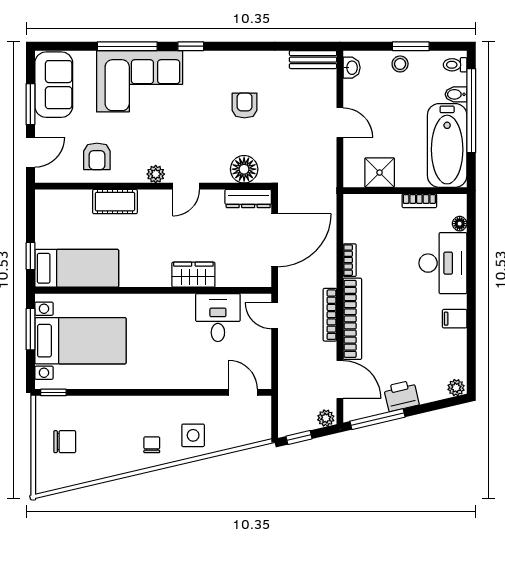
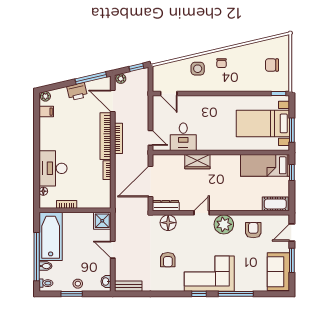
corner sofa: (140, 81) -> (209, 274), moved
shower: (380, 173) -> (102, 221), moved
plant: (156, 174) -> (224, 224), width x1.87, depth x1.87
cot: (115, 202) -> (275, 204), moved
filing cabinet: (455, 319) -> (46, 112), moved

